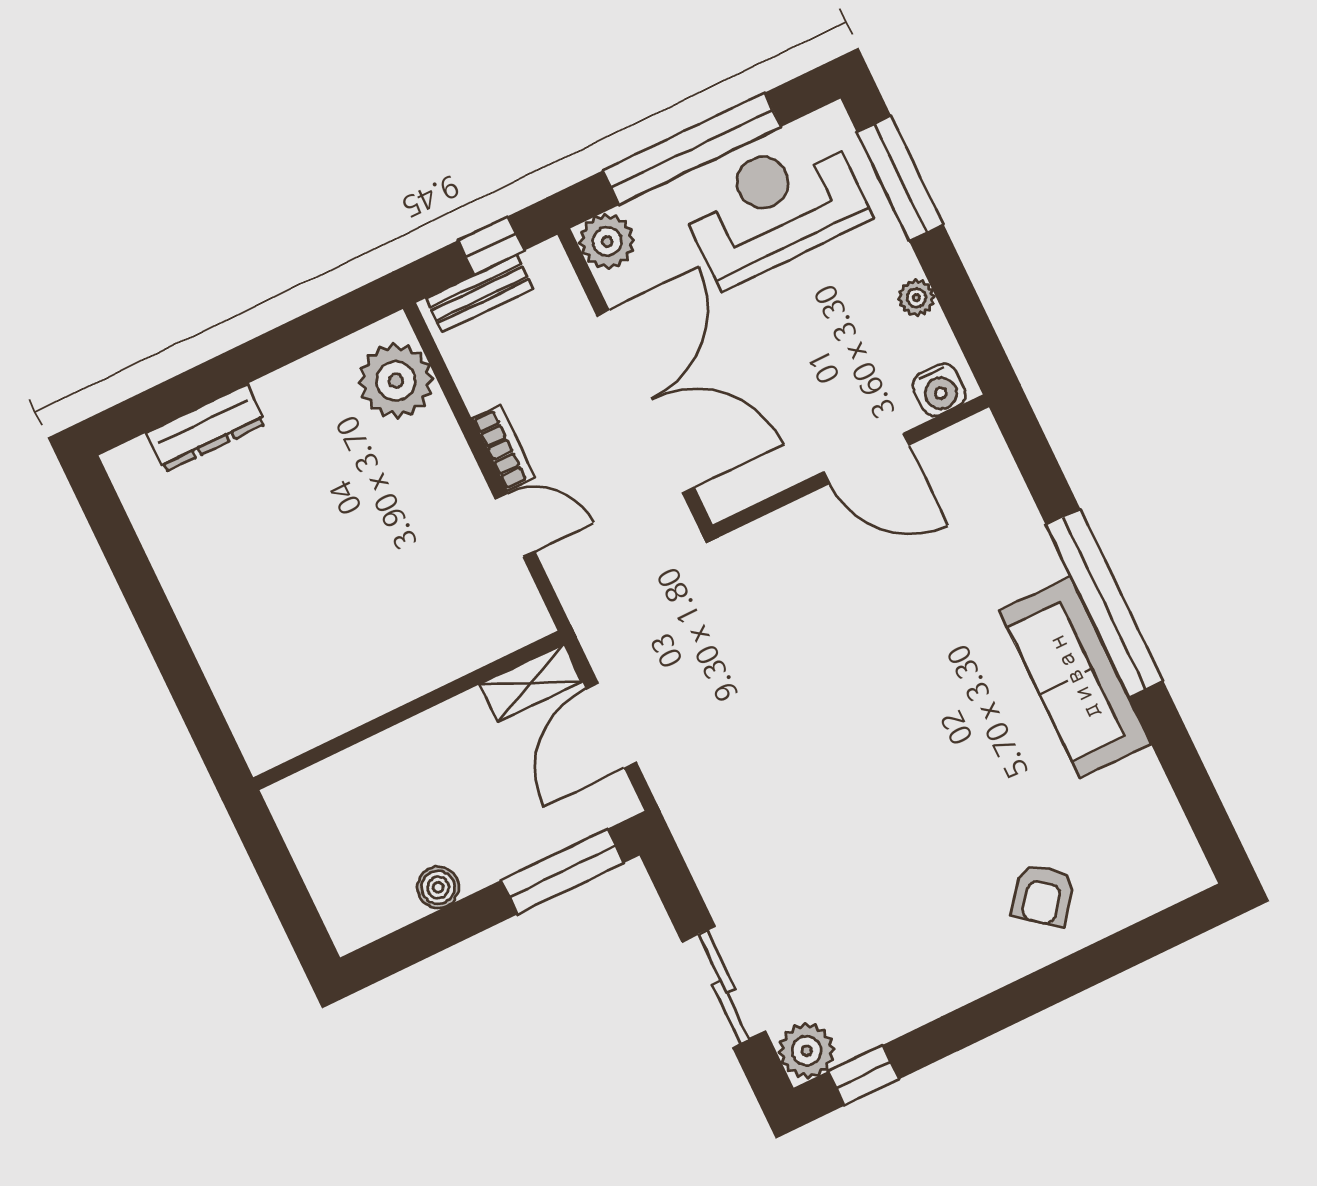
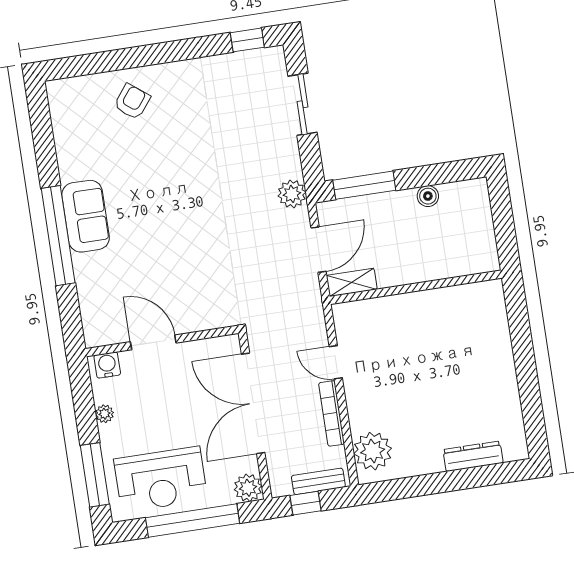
bookcase: (504, 448) -> (332, 413), width x1.56
sofa: (1075, 677) -> (86, 216), width x0.73
plant: (807, 1051) -> (292, 194), moved

